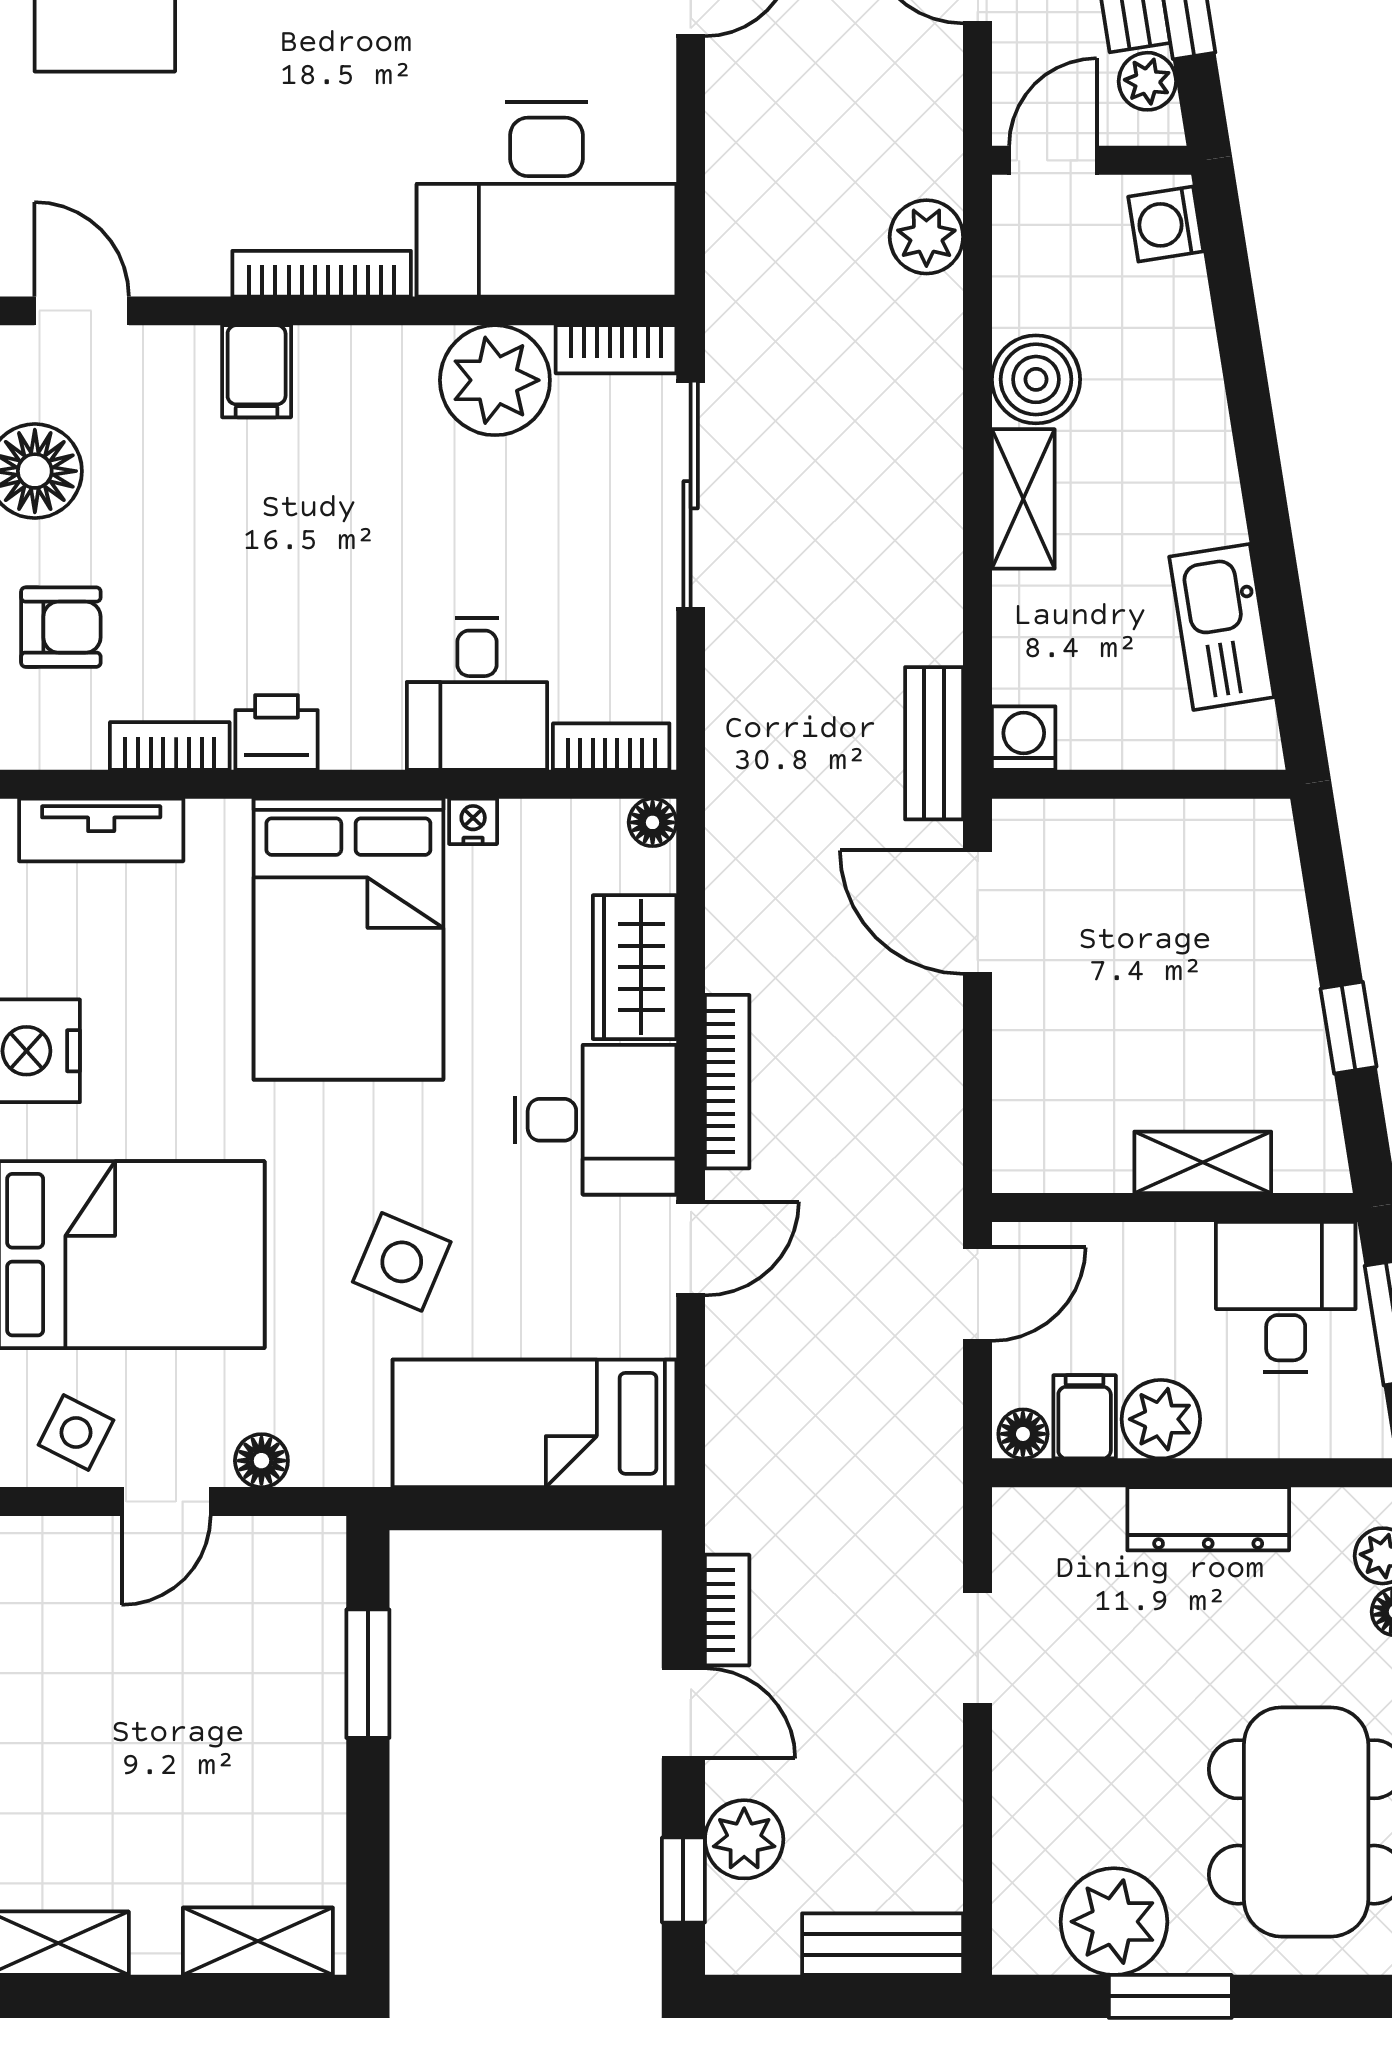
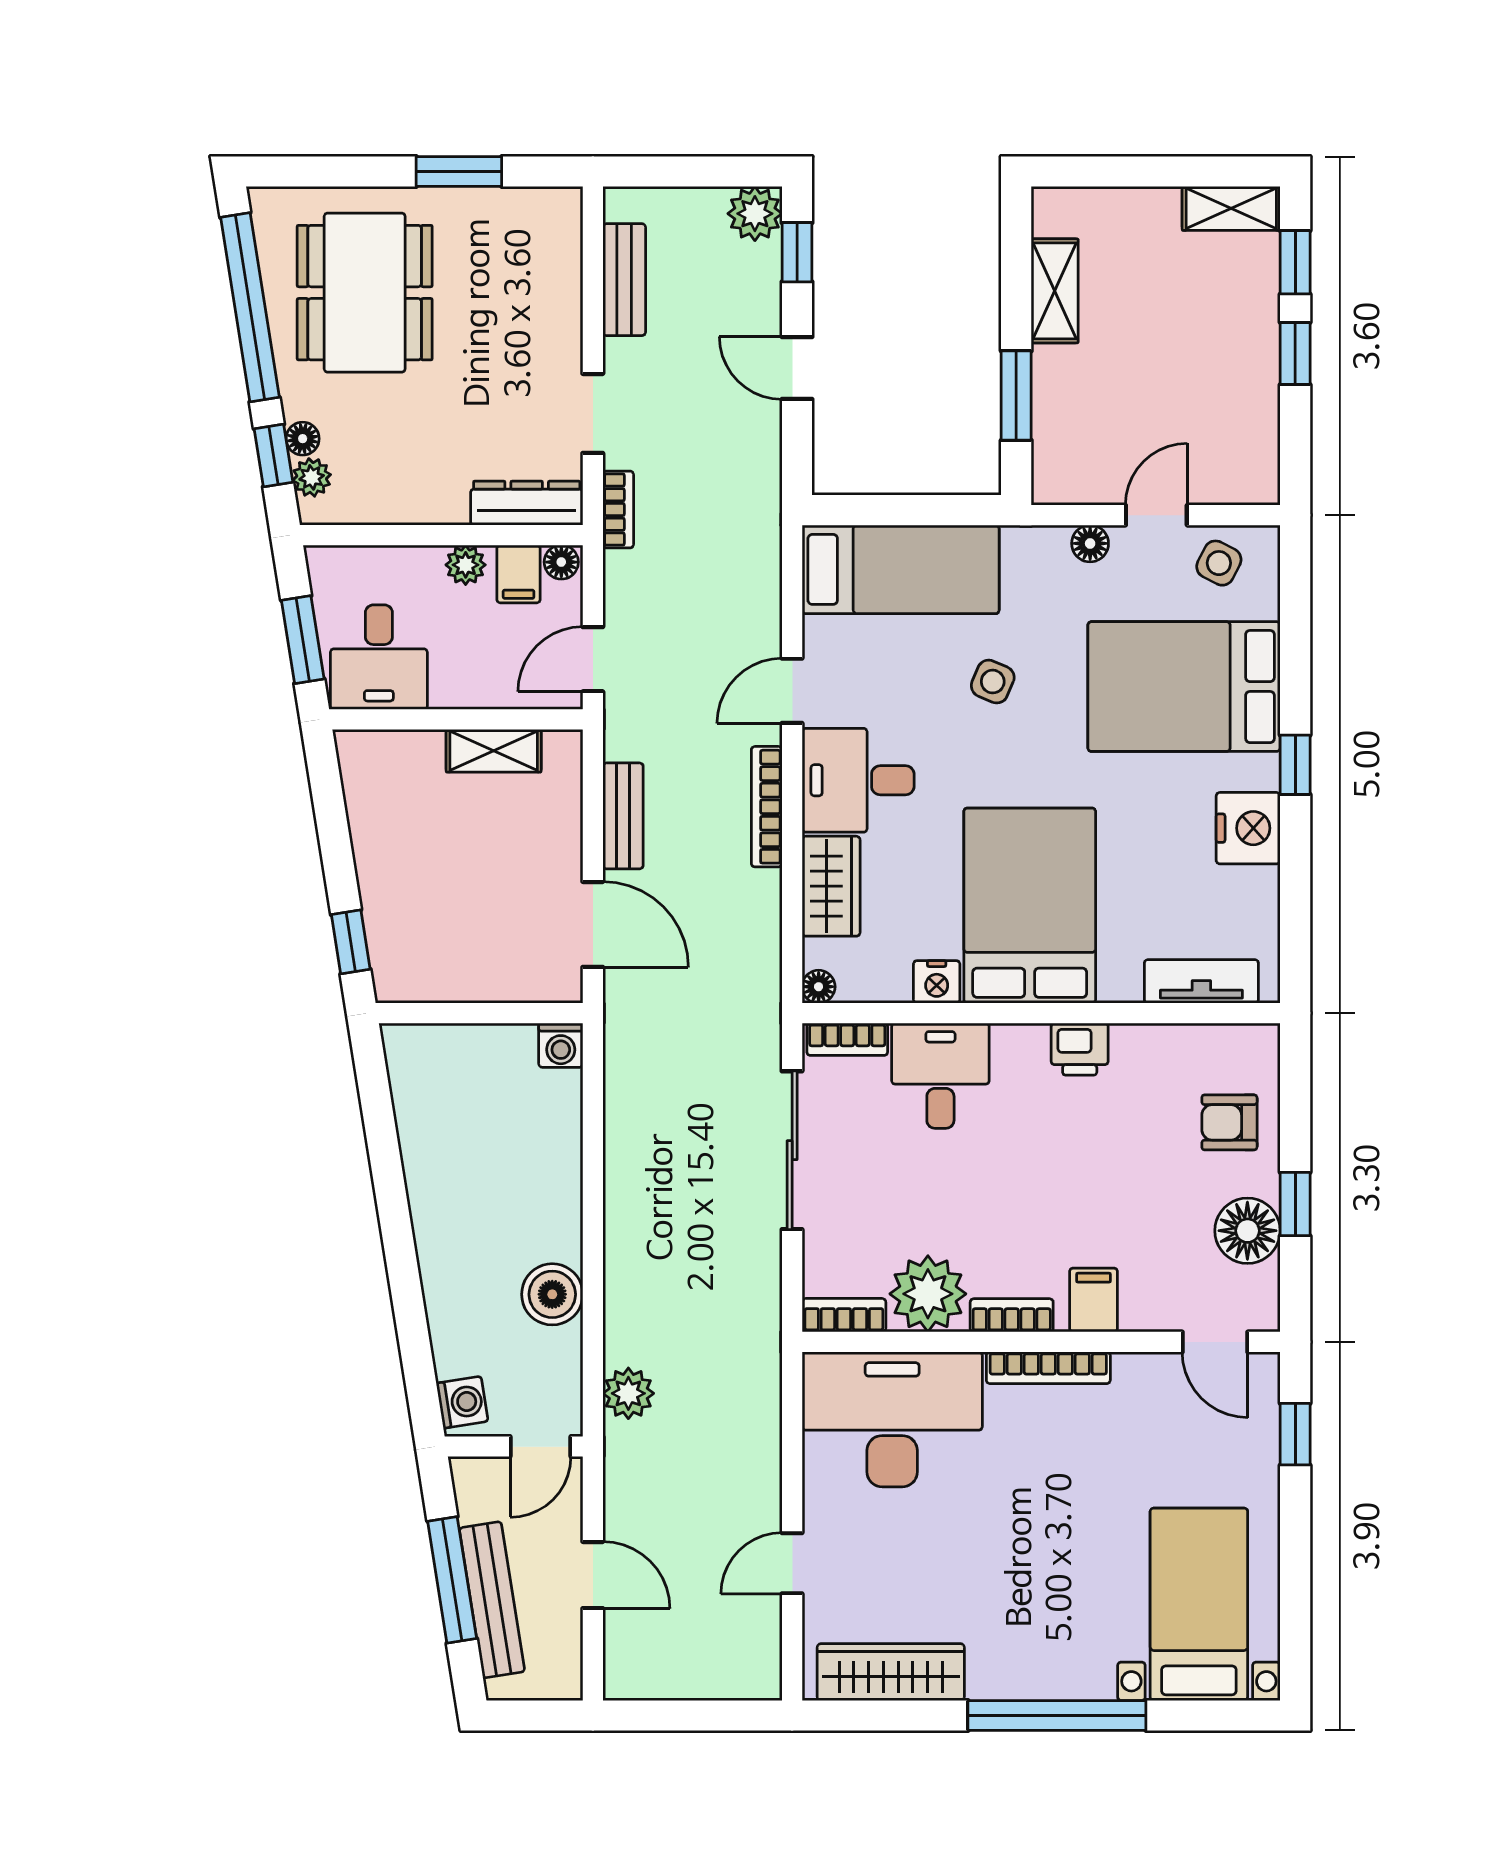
plant: (1147, 81) -> (475, 1501), removed
sliding door: (691, 495) -> (792, 1150), moved
shelving: (1023, 499) -> (561, 1211), removed
kitchen sink: (1222, 627) -> (423, 1122), removed
bench: (934, 743) -> (623, 816), moved
bookcase: (170, 746) -> (1012, 1315), moved, turned 180
nightstand: (473, 821) -> (937, 982), width x1.39, depth x1.35
window: (1348, 1028) -> (351, 942), moved
shelving: (1203, 1162) -> (494, 751), moved
side table: (402, 1262) -> (993, 682), width x0.73, depth x0.73
plant: (1161, 1419) -> (466, 565), width x0.73, depth x0.73
dresser: (1208, 1519) -> (527, 503), moved
bookcase: (727, 1610) -> (618, 509), moved, turned 180
plant: (744, 1839) -> (755, 214), moved
plant: (1114, 1922) -> (498, 223), removed
shelving: (258, 1941) -> (1055, 291), moved, turned 90
bench: (883, 1944) -> (624, 280), moved, turned 90

